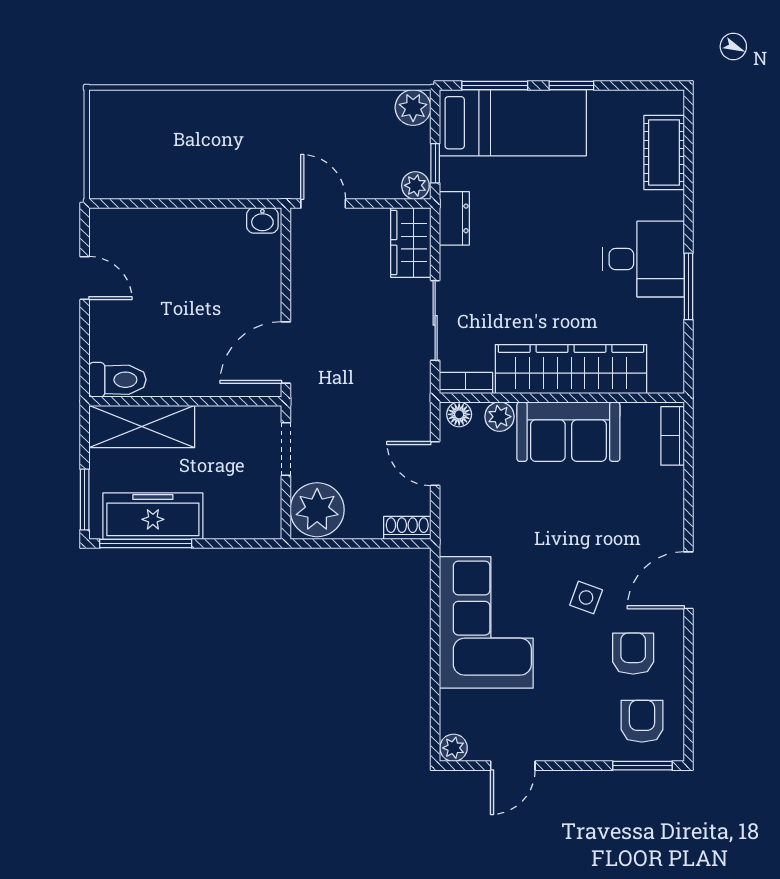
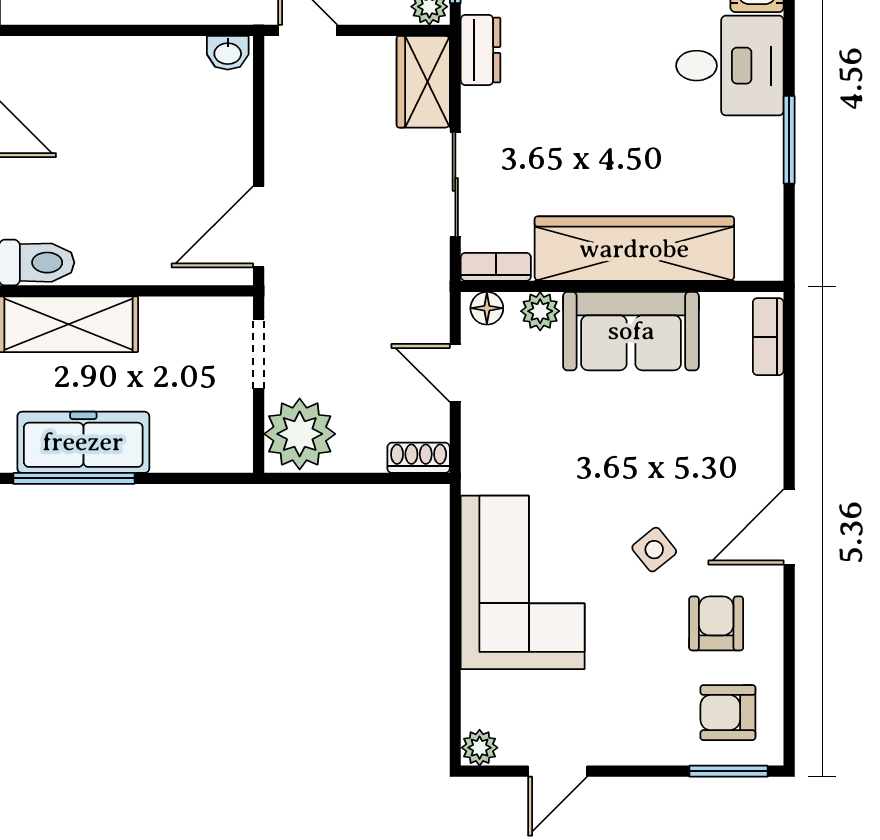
desk: (643, 259) -> (730, 66), moved
side table: (586, 597) -> (654, 550), turned 31
armchair: (642, 721) -> (728, 713), turned -90

